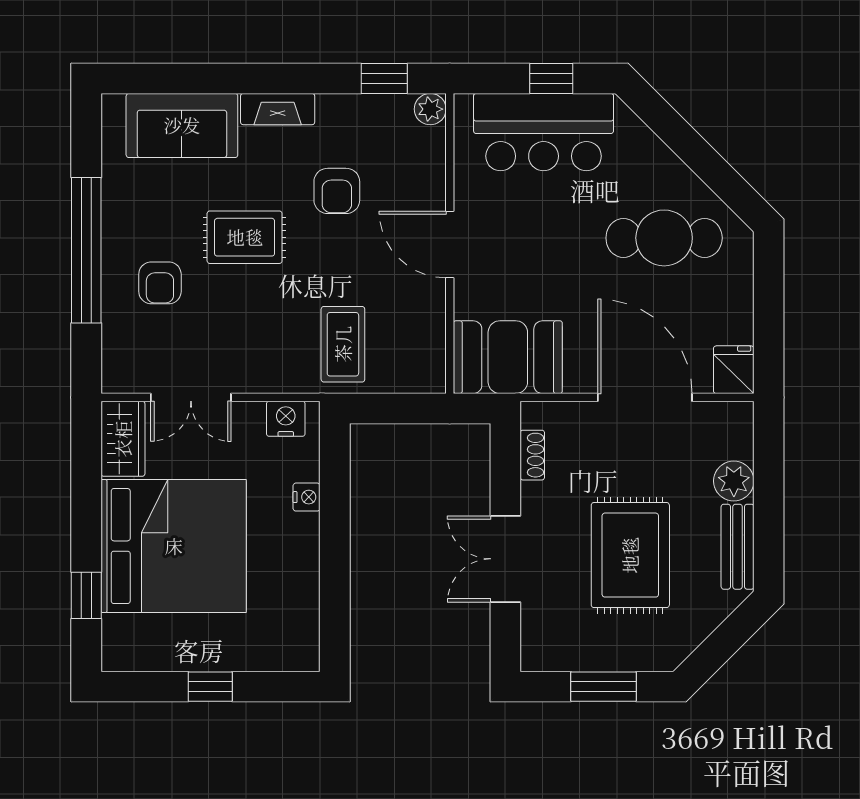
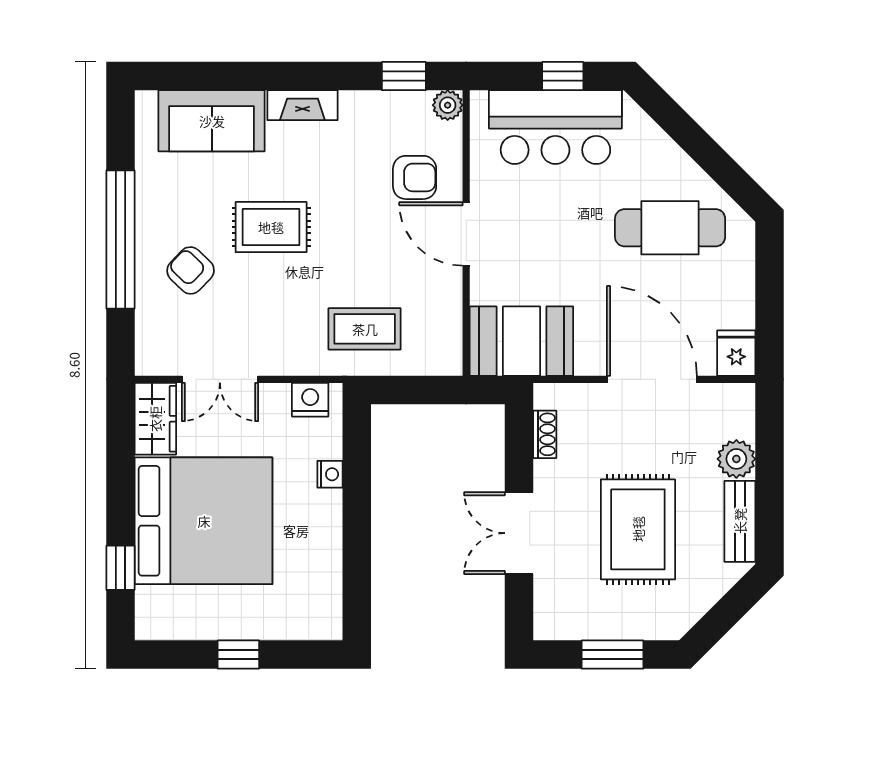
armchair: (337, 191) -> (415, 177), moved, turned -90
armchair: (160, 283) -> (191, 270), turned 134
coffee table: (343, 344) -> (365, 329), turned 90

